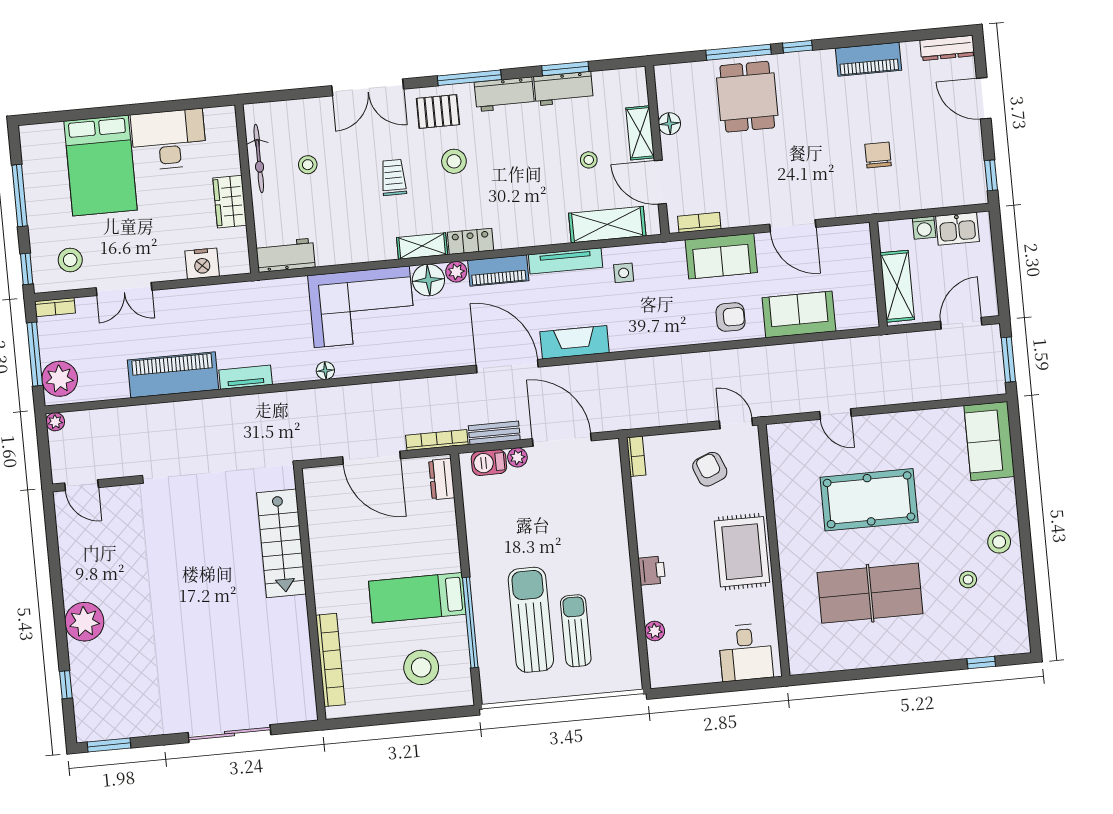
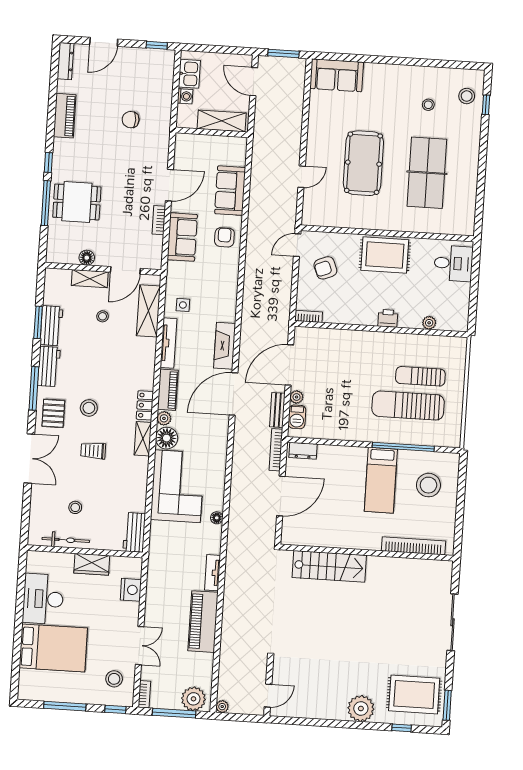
bookcase: (699, 222) -> (159, 220), moved
stool: (999, 542) -> (467, 96), moved
rug: (117, 695) -> (414, 695), added

